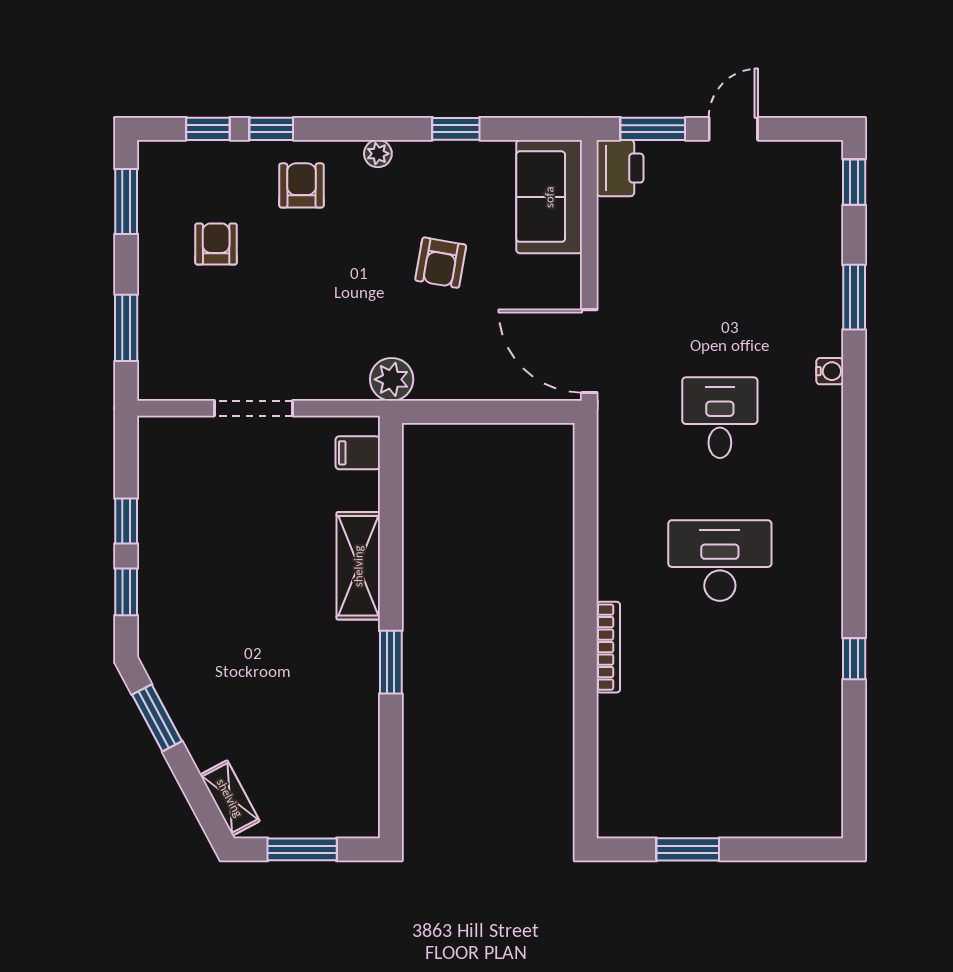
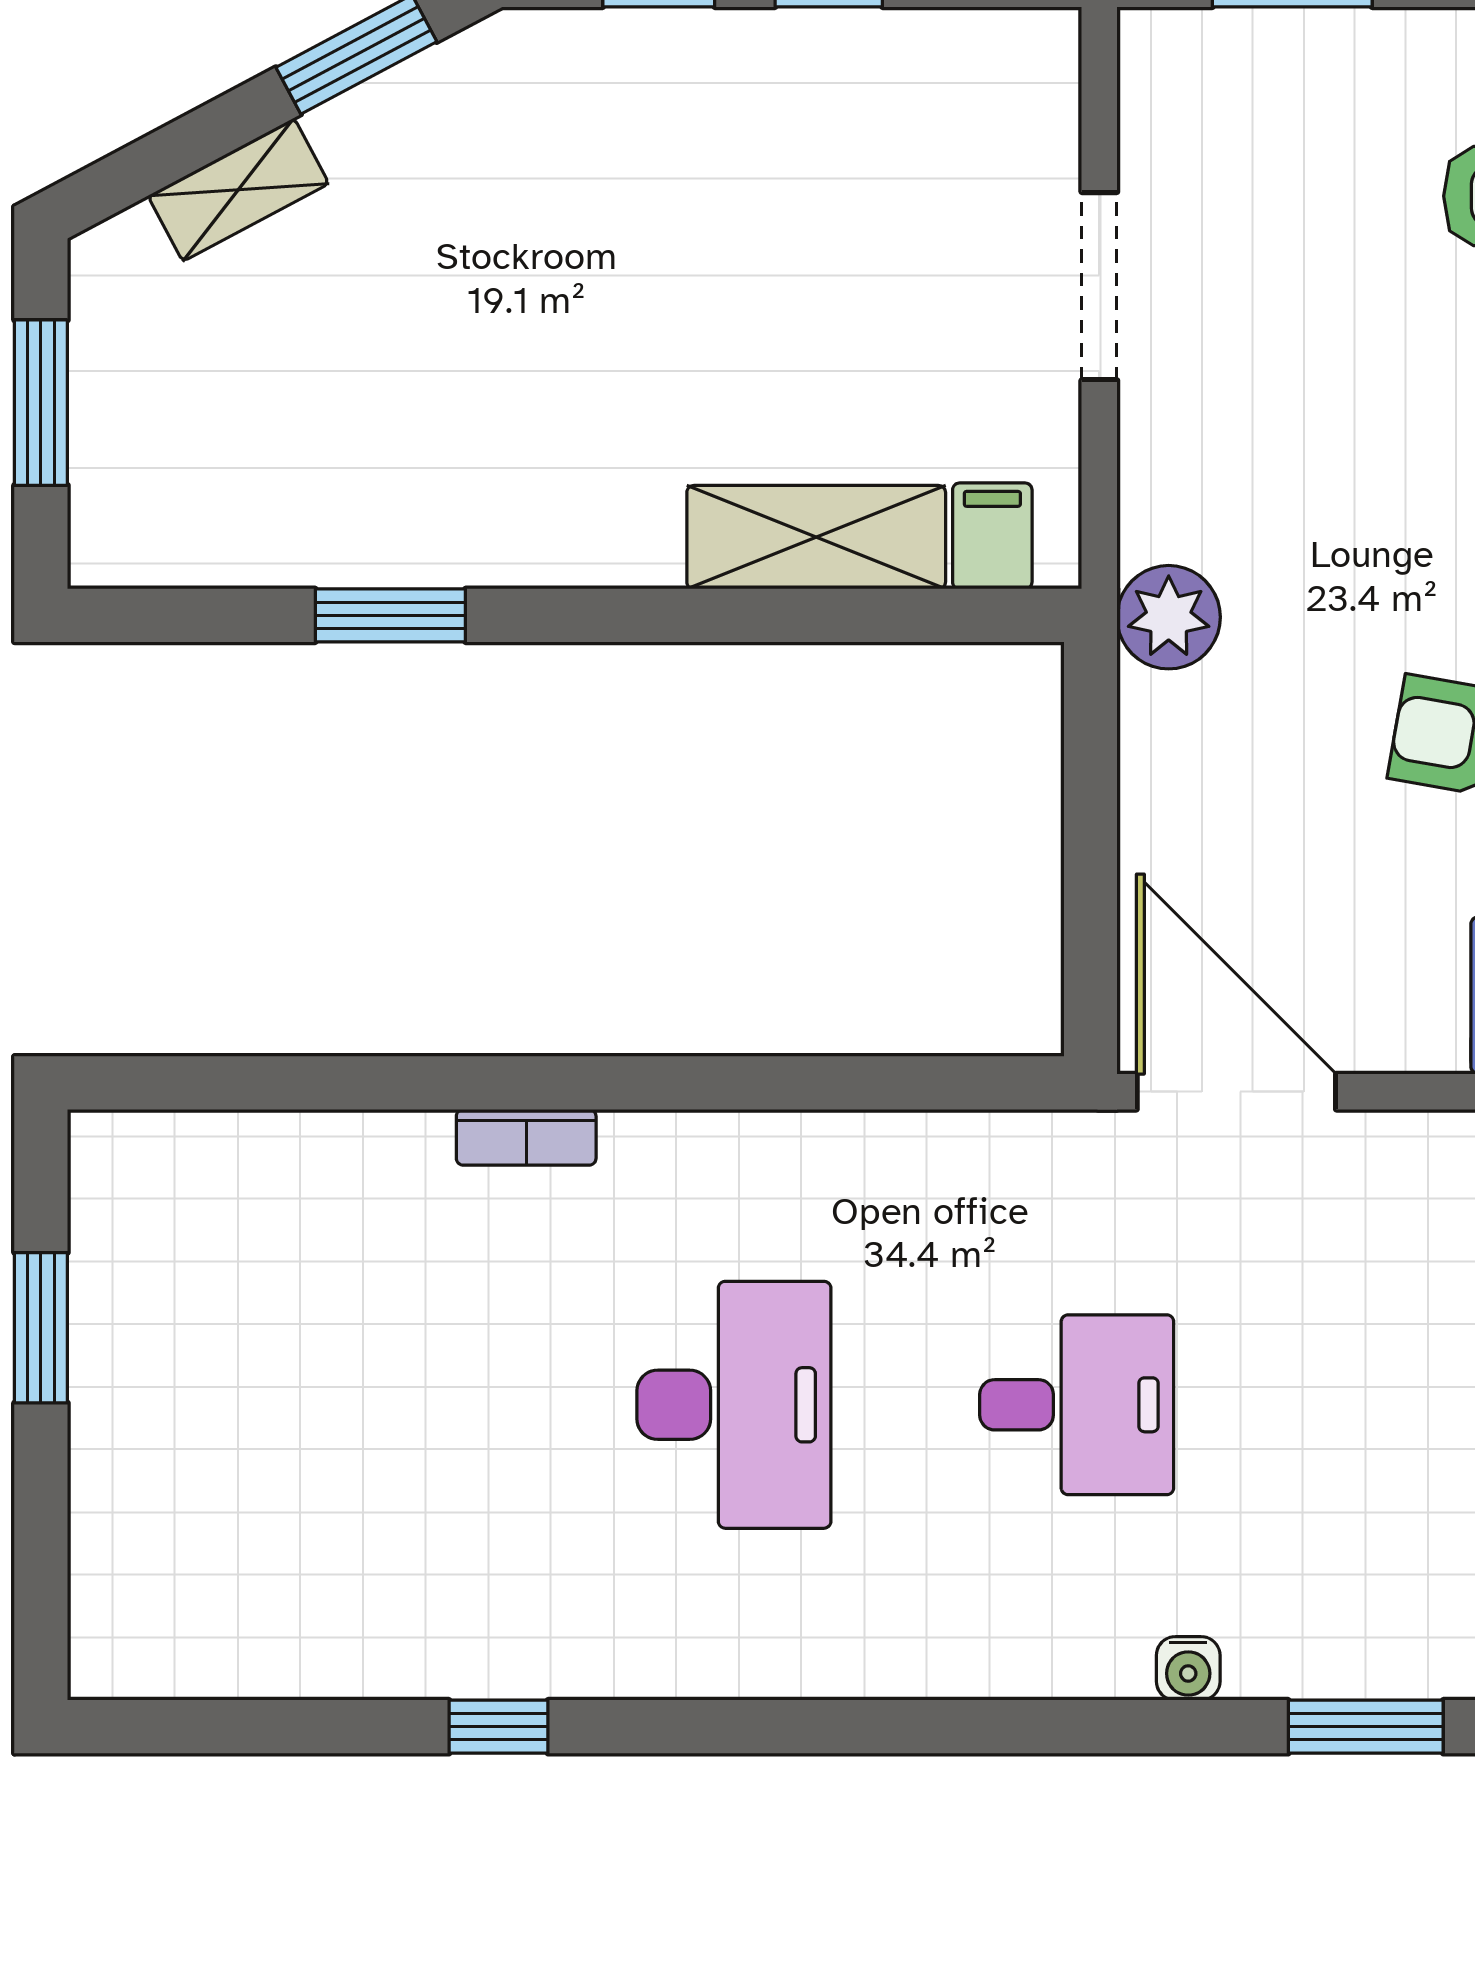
door: (589, 351) -> (1236, 1092), hinge flipped
shelving: (358, 566) -> (816, 537), moved
bookcase: (608, 647) -> (526, 1137), width x0.64
window: (391, 662) -> (390, 615), moved
shelving: (230, 798) -> (238, 190), moved

